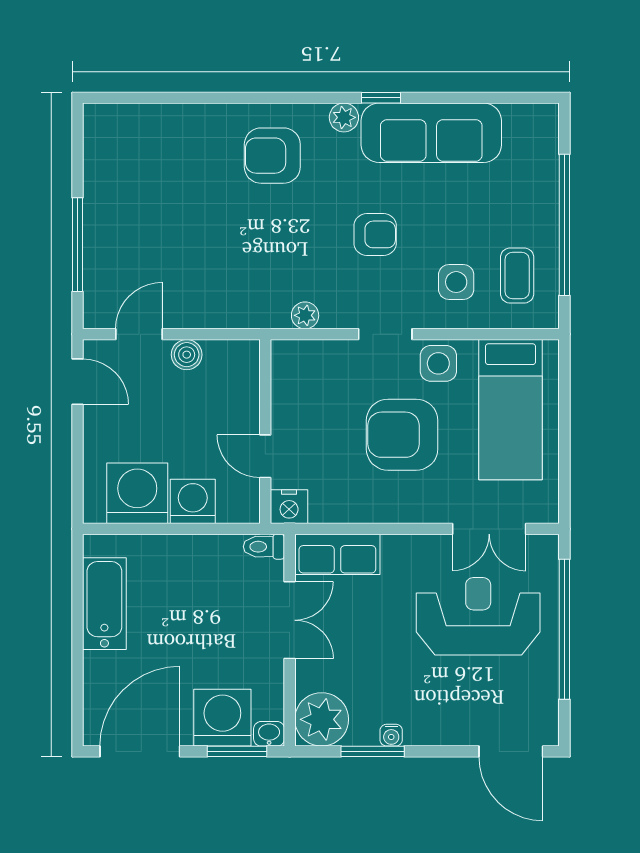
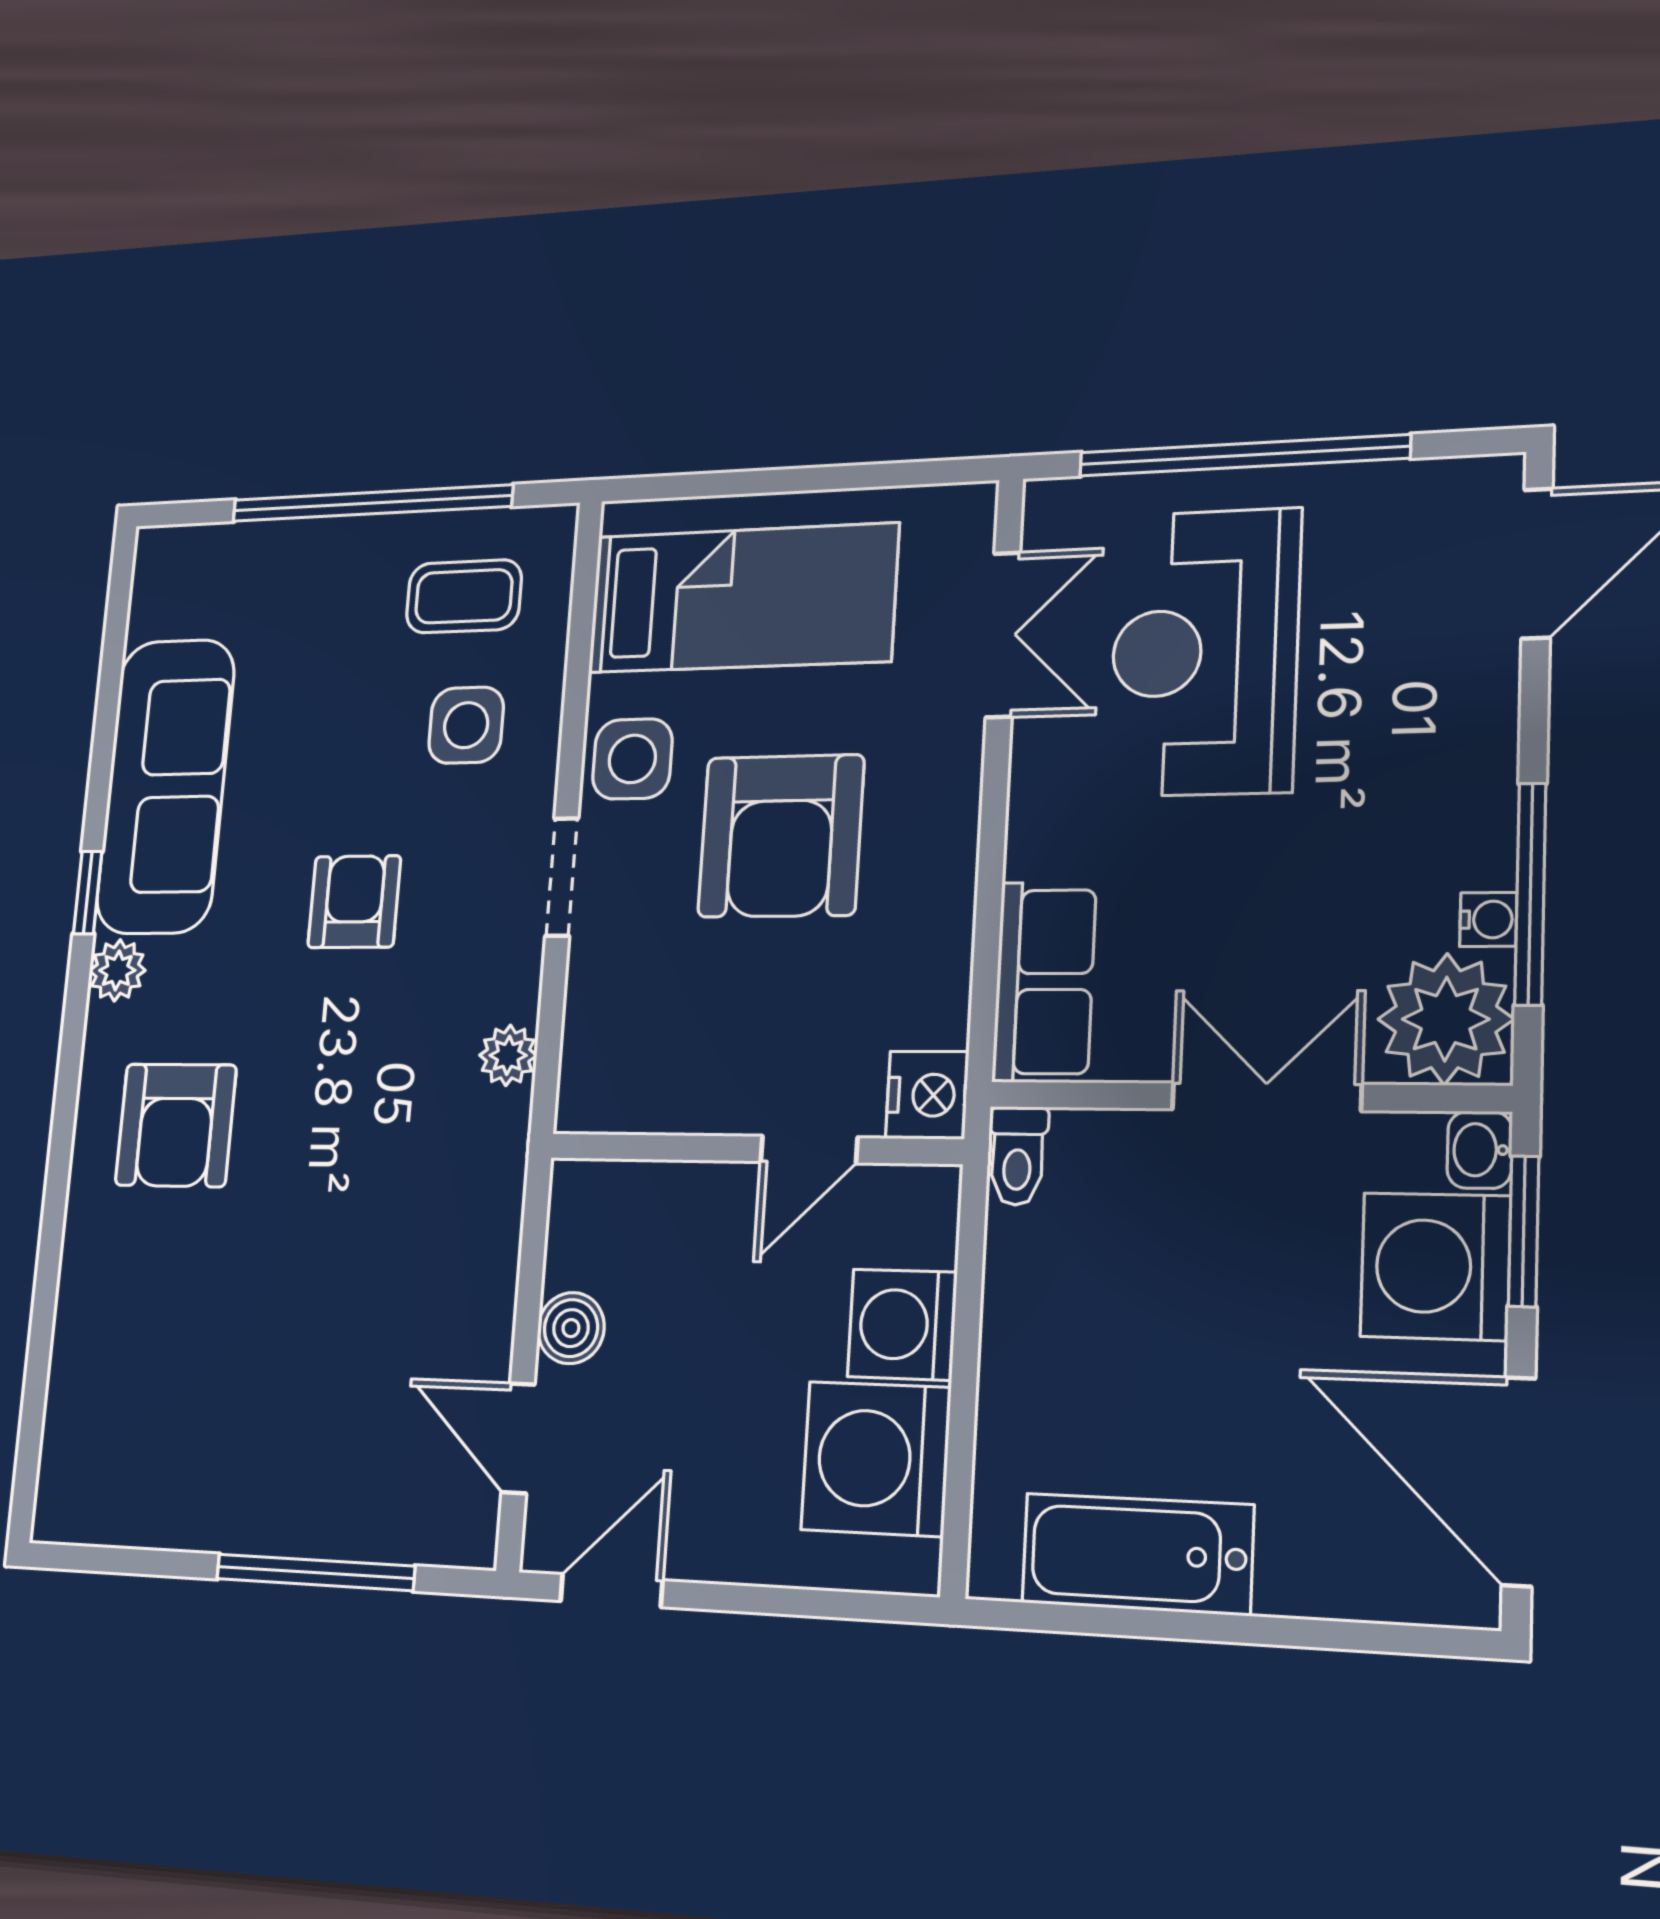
double door: (290, 620) -> (1266, 1097), moved
water cooler: (391, 735) -> (1488, 919), moved
window: (373, 751) -> (1530, 894), width x1.44

